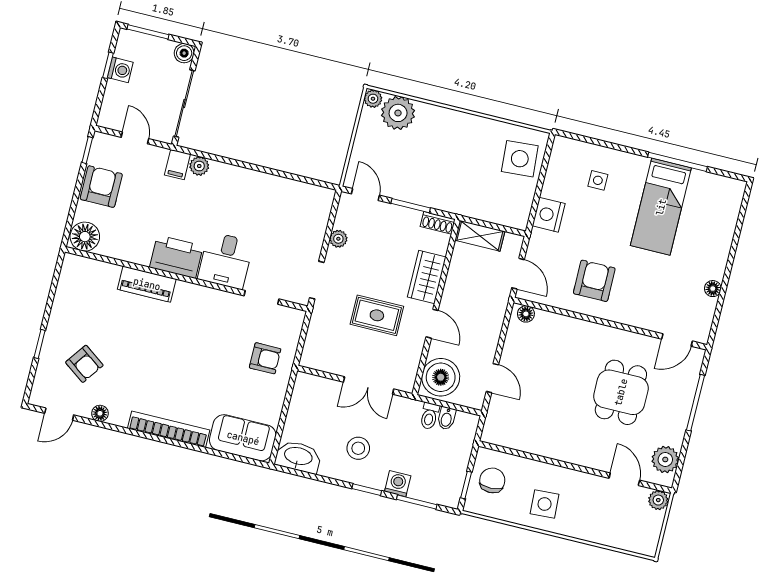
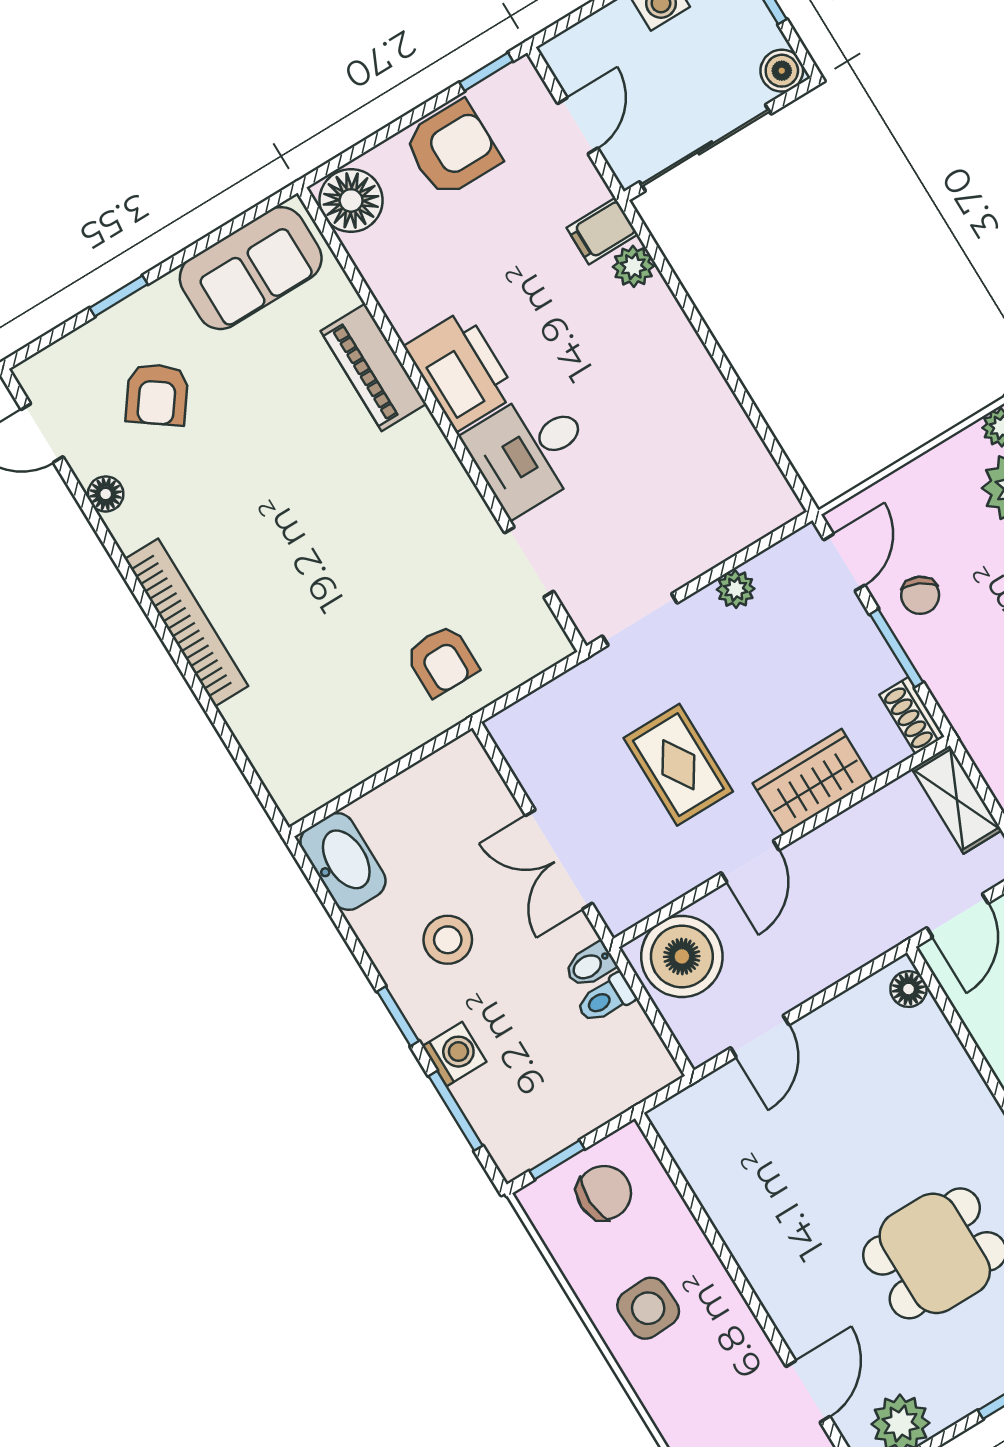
chair: (401, 181) -> (920, 595), added
bidet: (447, 418) -> (590, 965), moved
sofa: (243, 438) -> (251, 268), moved, turned 90

